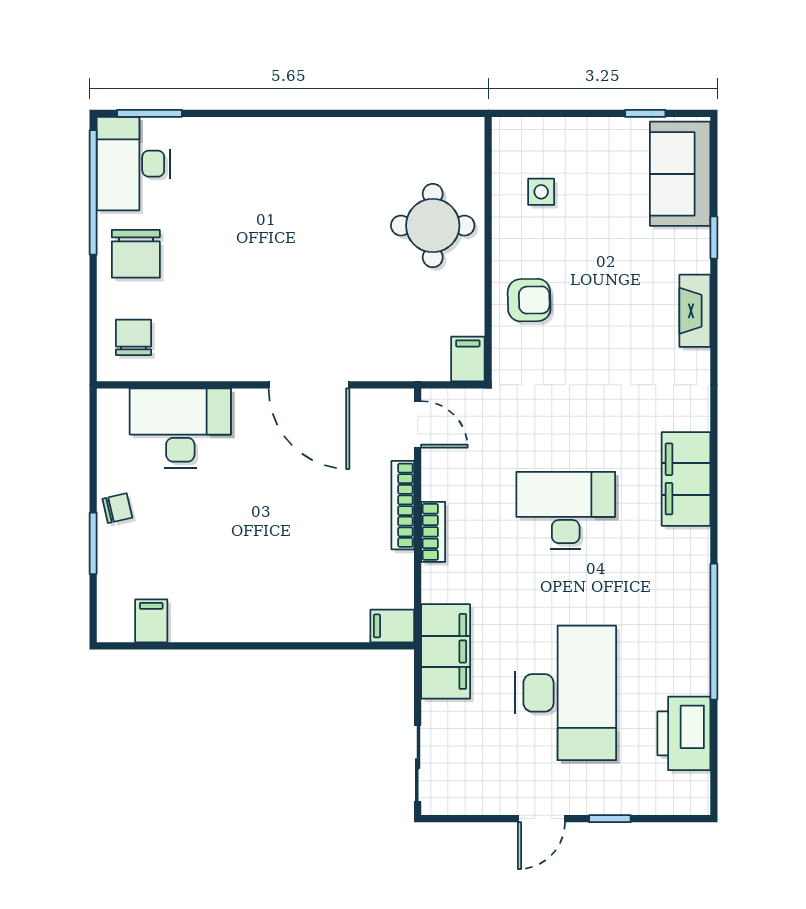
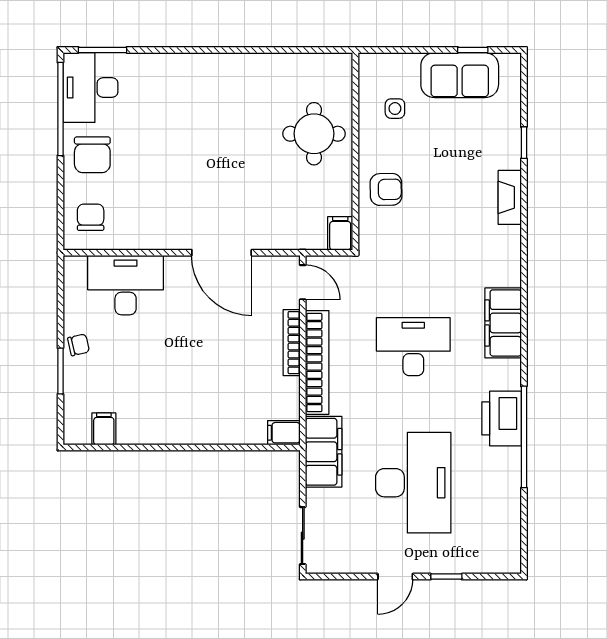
sofa: (680, 174) -> (460, 75), moved, turned -90
bookcase: (433, 532) -> (317, 362), width x2.31, depth x1.31
printer: (684, 733) -> (502, 418), moved

